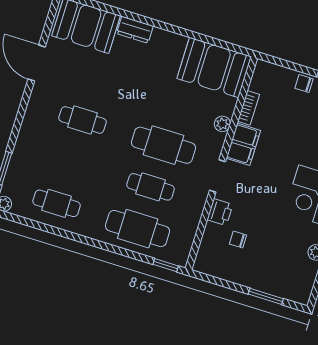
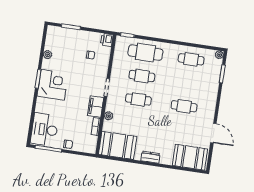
dresser: (135, 30) -> (150, 157), moved
cafe table: (163, 145) -> (138, 99), width x0.73, depth x0.74
printer: (220, 212) -> (107, 40), moved

